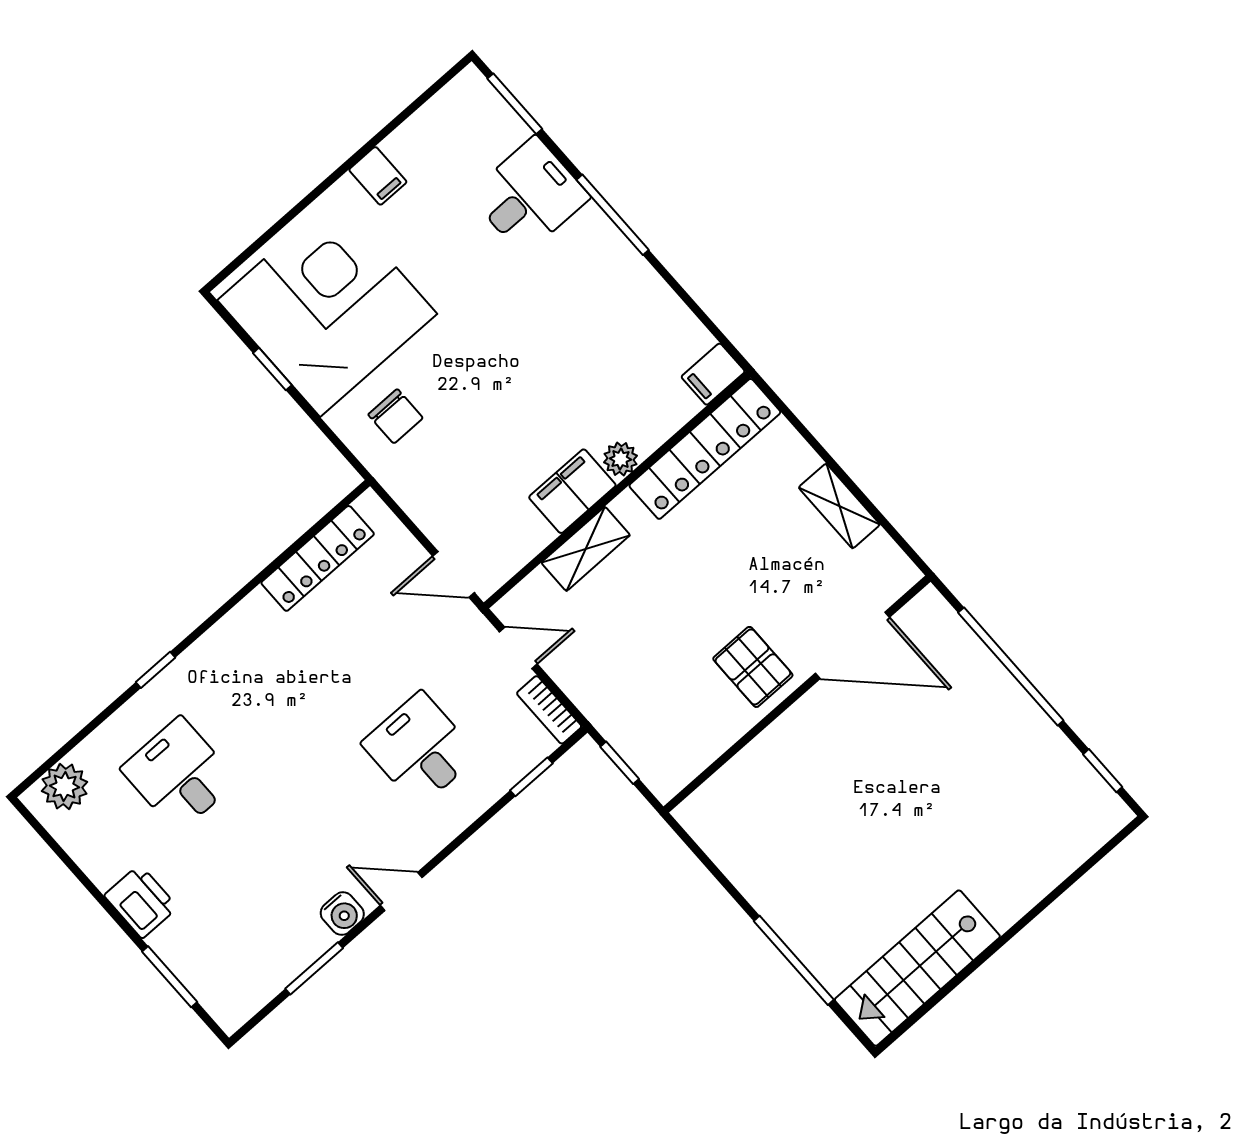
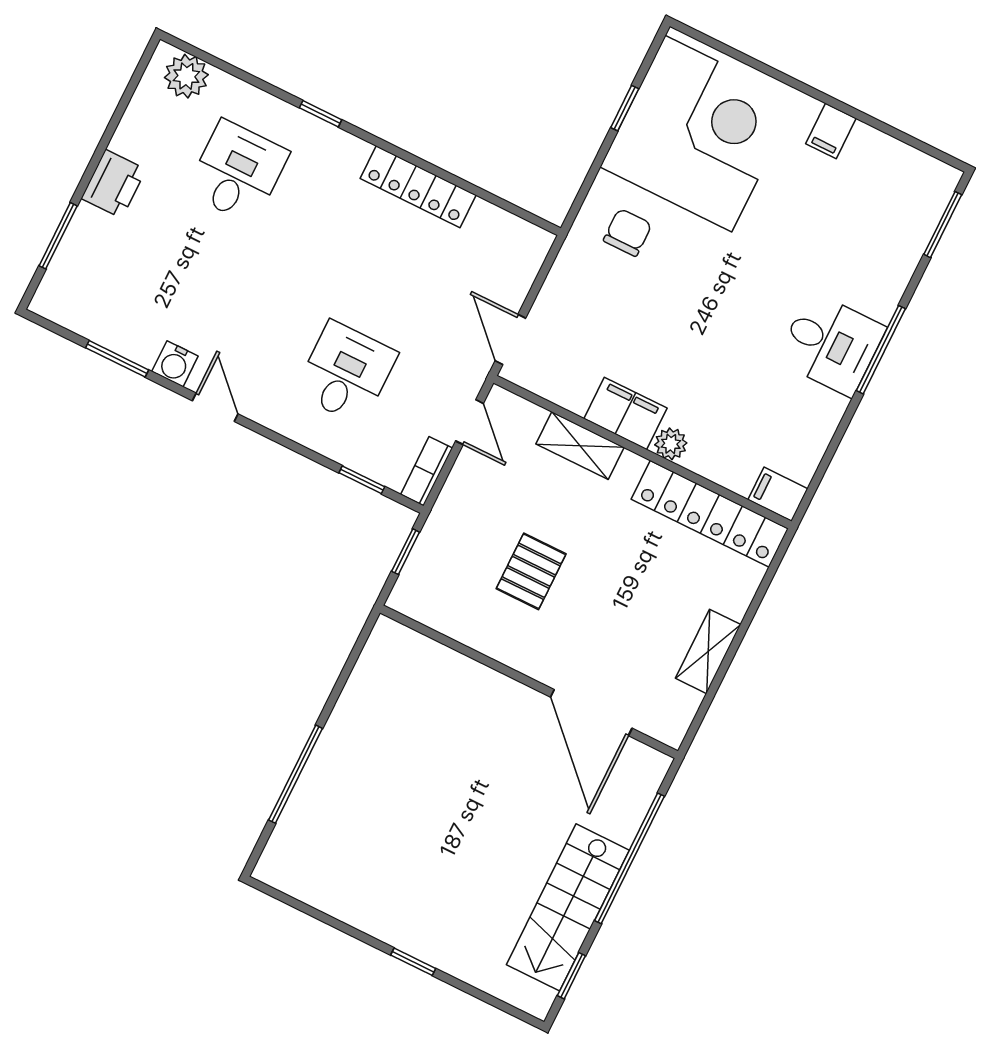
desk: (529, 196) -> (831, 344), moved
chair: (396, 416) -> (628, 232), turned 180
locker: (318, 558) -> (418, 187), moved
pallet: (753, 667) -> (531, 571), moved
window: (1025, 920) -> (413, 962), added
stairs: (917, 968) -> (568, 907), moved, turned -90

